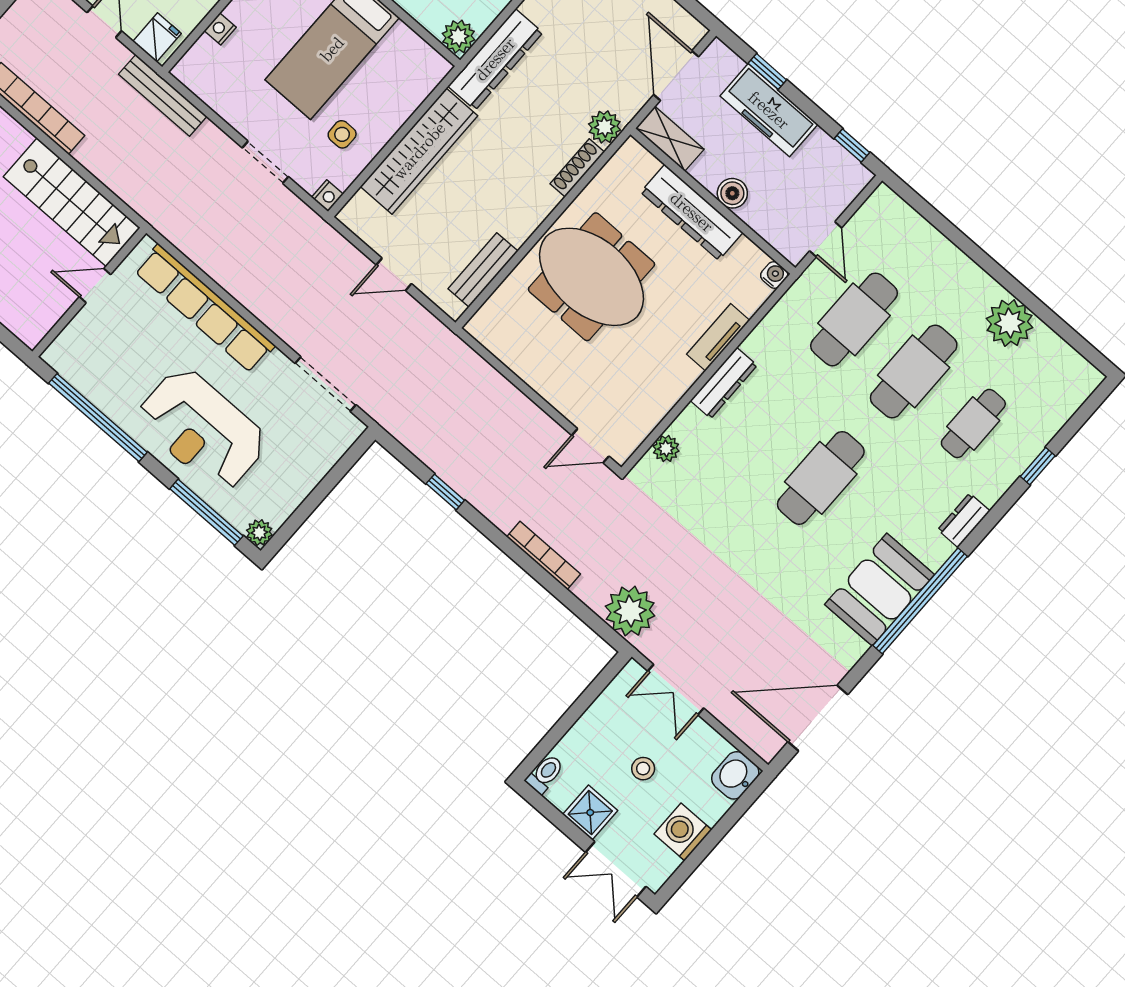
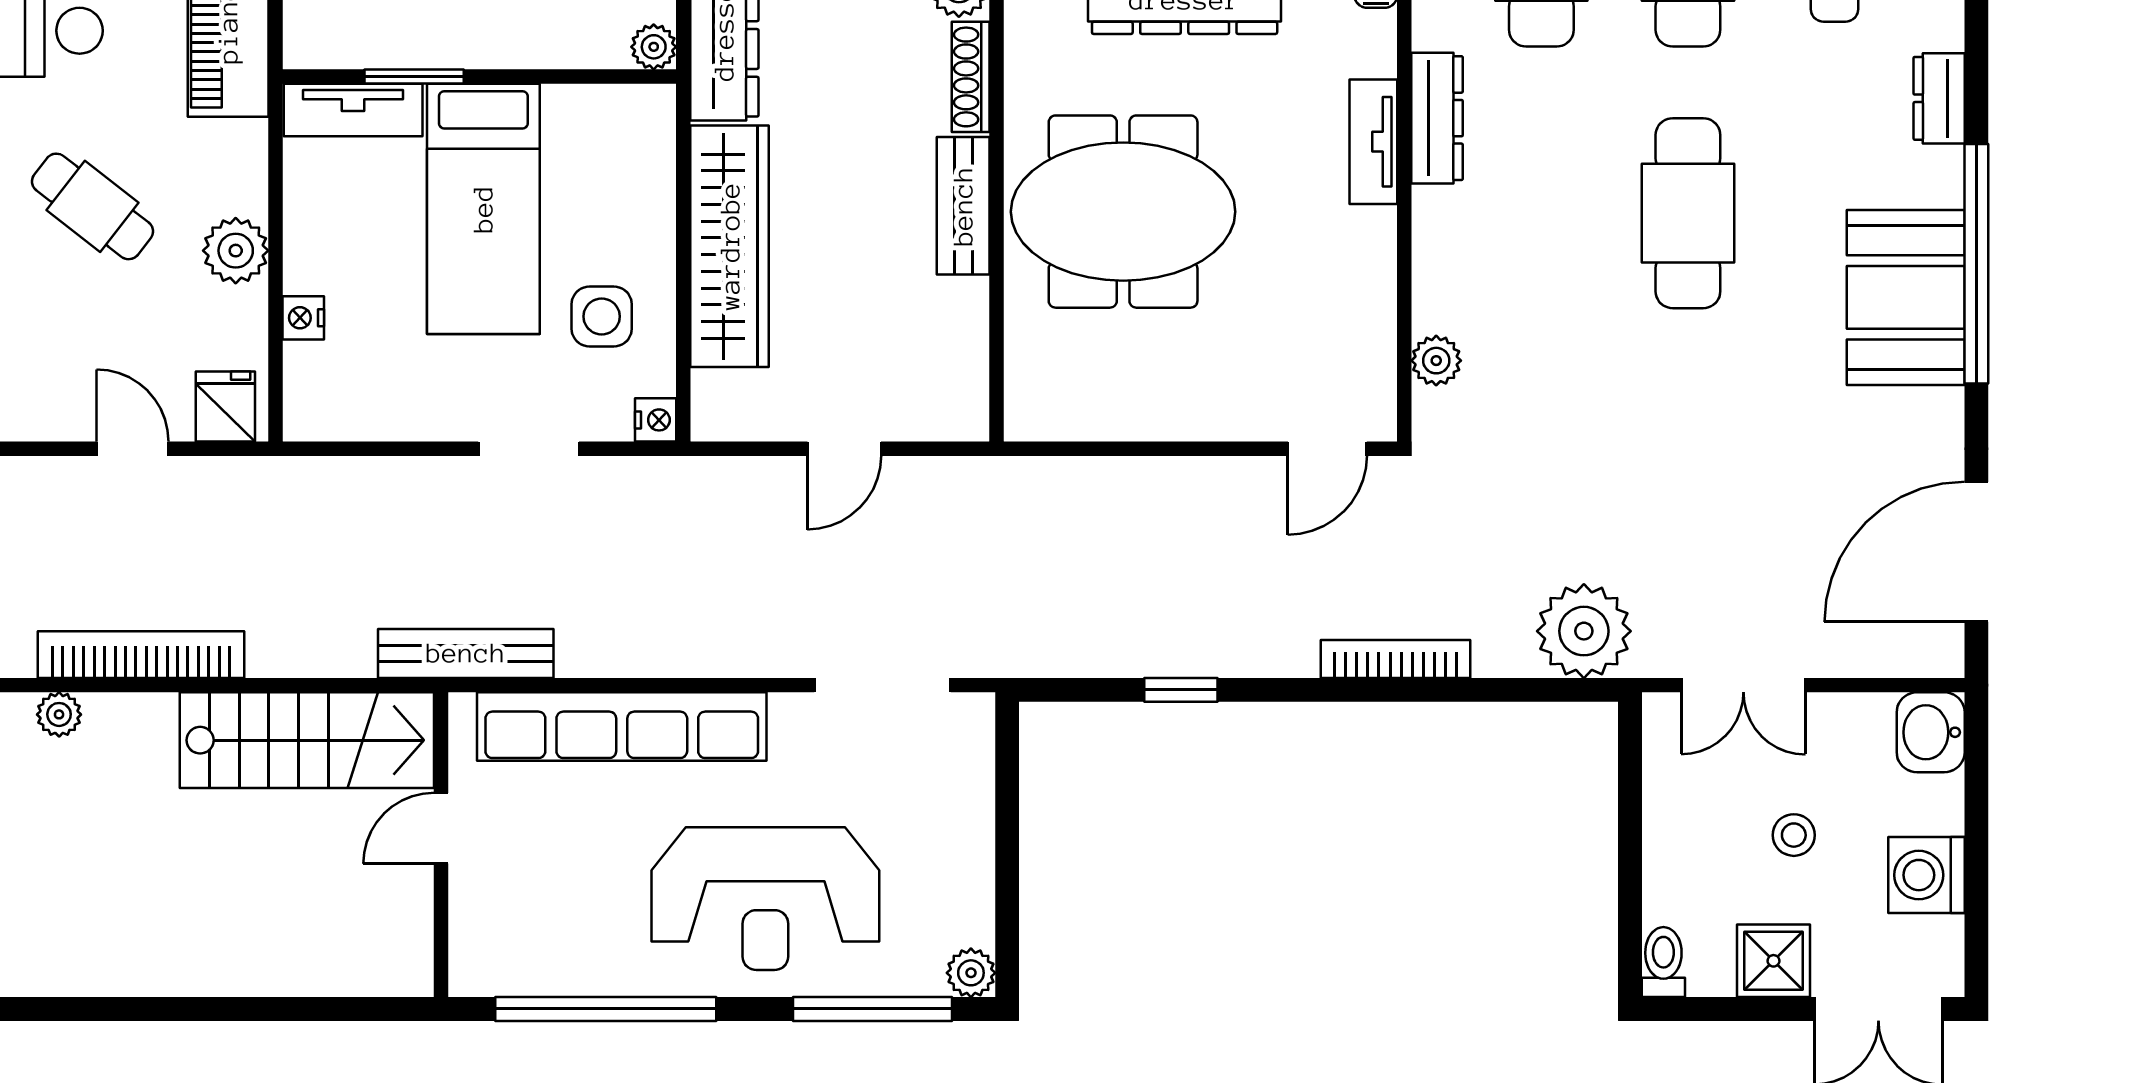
plant: (459, 37) -> (654, 47), width x0.73, depth x0.73
bench: (163, 95) -> (466, 653), moved
side table: (342, 134) -> (602, 316), width x1.37, depth x1.37
bench: (483, 270) -> (963, 206), moved
dresser: (724, 383) -> (1437, 118), moved

